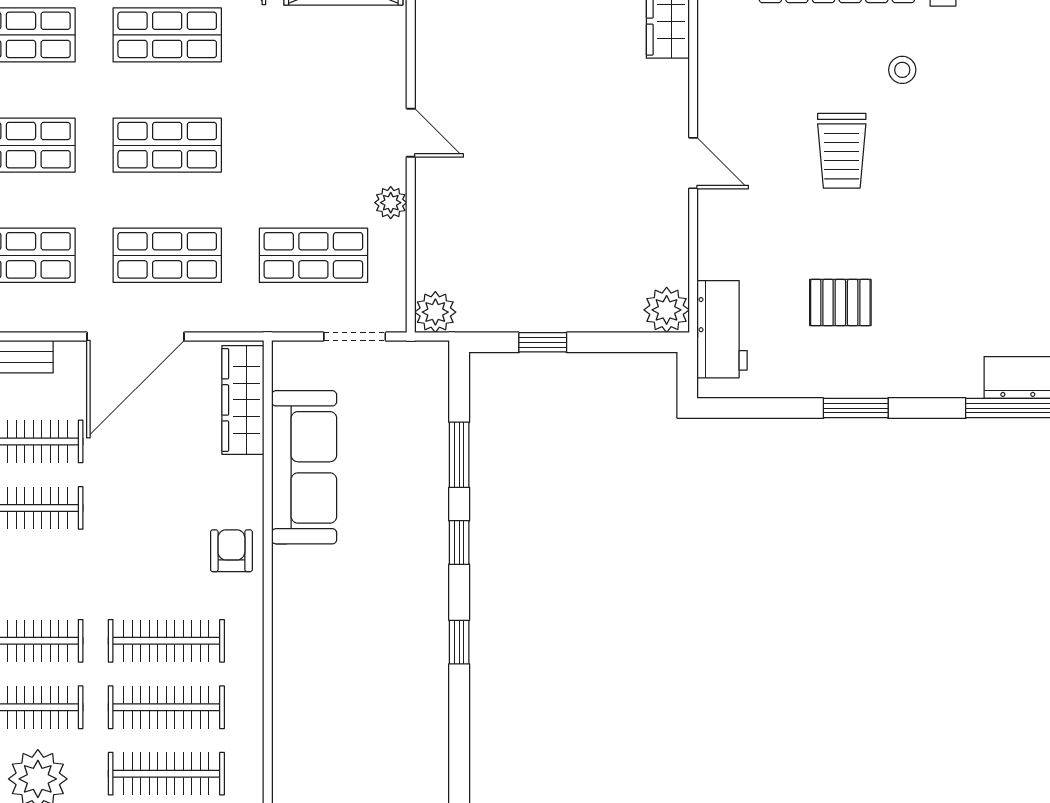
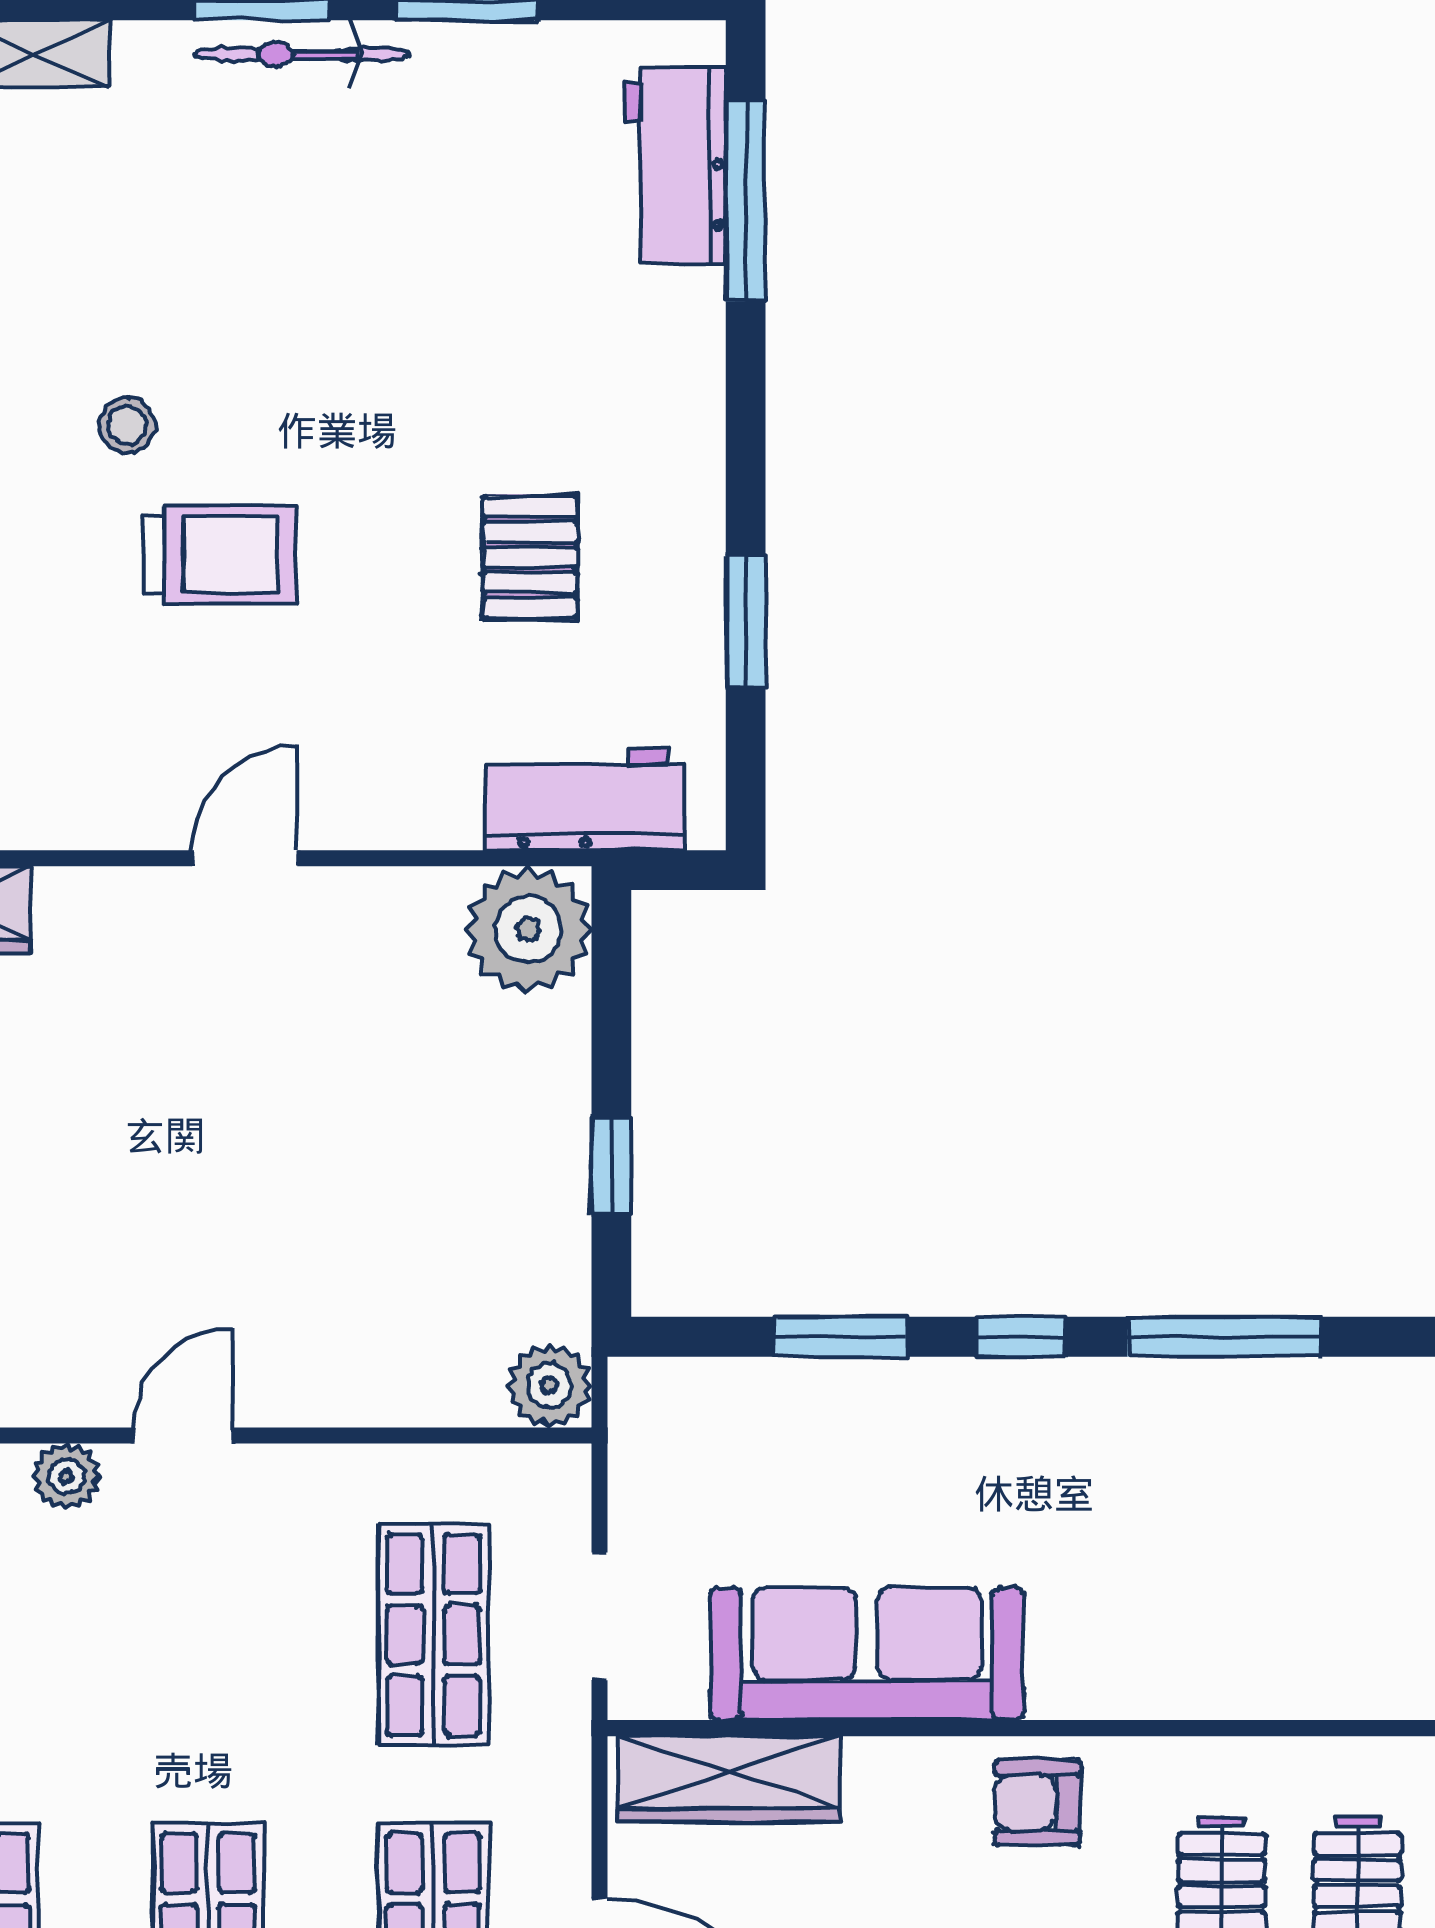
stool: (902, 70) -> (127, 425), moved
plant: (391, 203) -> (66, 1477), moved
plant: (667, 310) -> (528, 930), width x1.36, depth x1.36
doorway: (355, 337) -> (599, 1616), moved
window: (856, 408) -> (746, 622), moved
window: (459, 642) -> (1224, 1337), width x2.17

